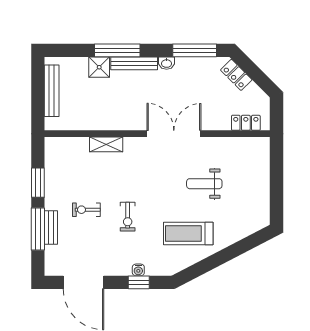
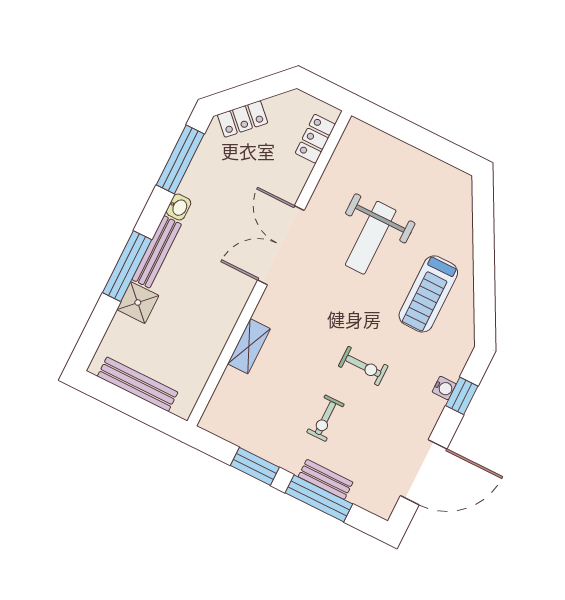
weight bench: (204, 184) -> (371, 238), width x1.36, depth x1.33

